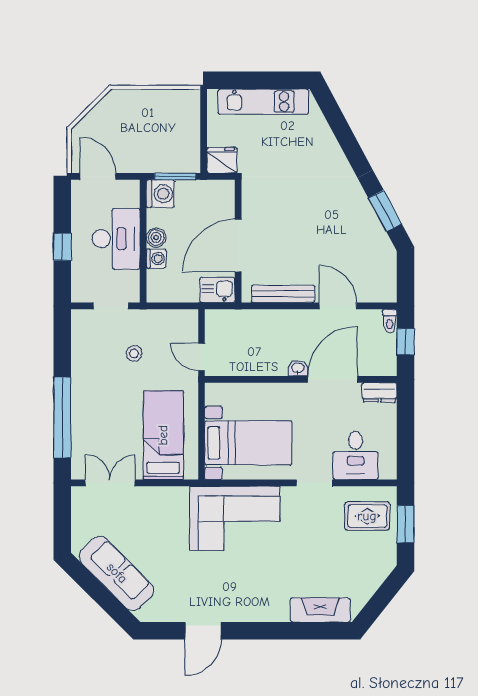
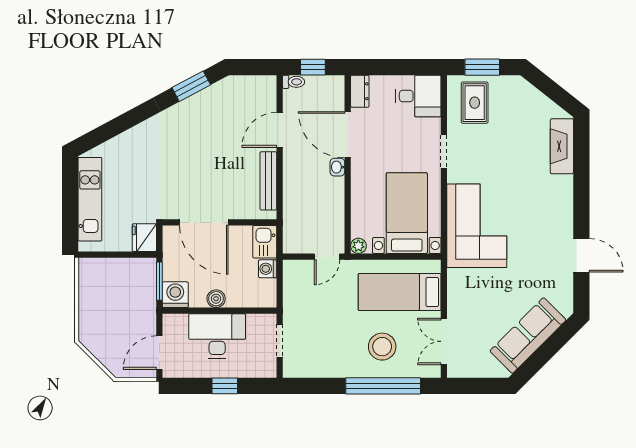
door: (238, 246) -> (204, 222), moved
washing machine: (156, 259) -> (268, 269), moved, turned -90
stool: (134, 353) -> (382, 347), moved, width x1.89, depth x1.89
plant: (213, 391) -> (358, 246), added
desk: (356, 455) -> (418, 96), moved

